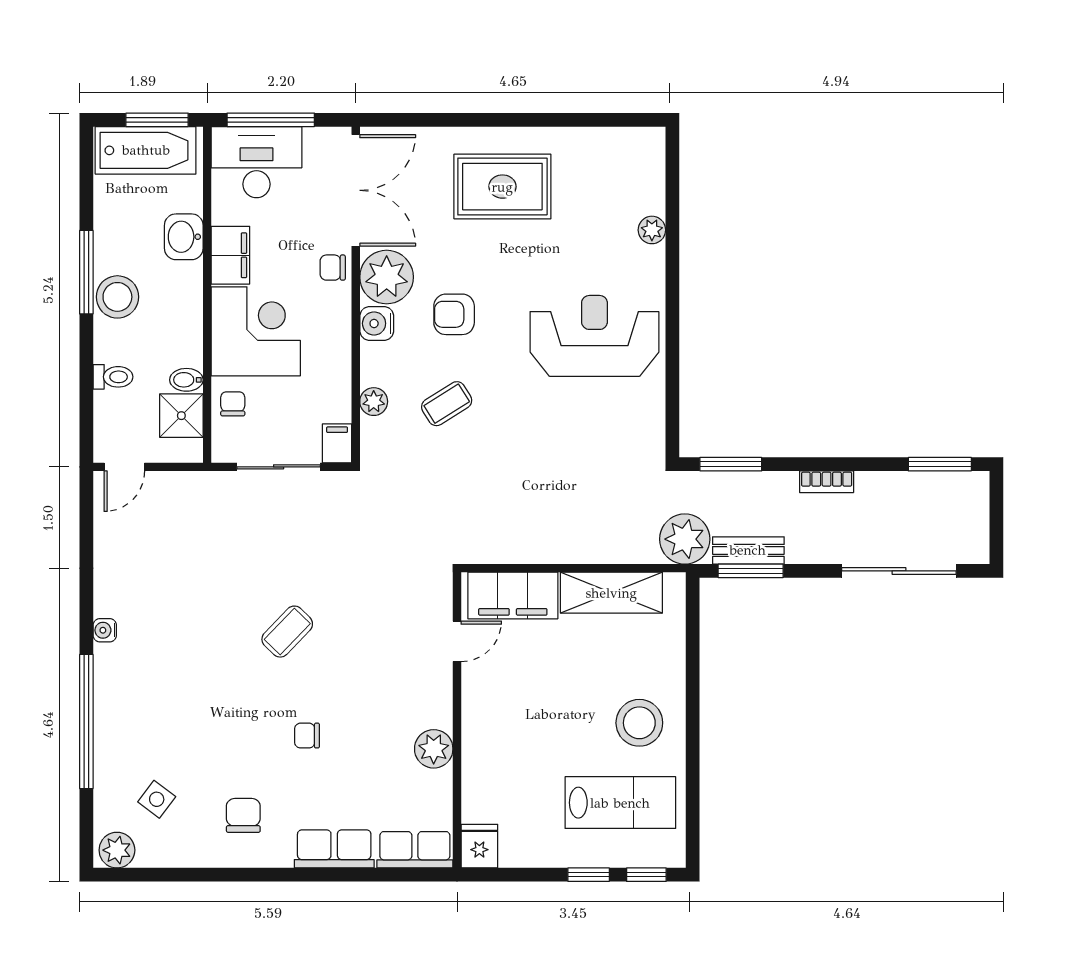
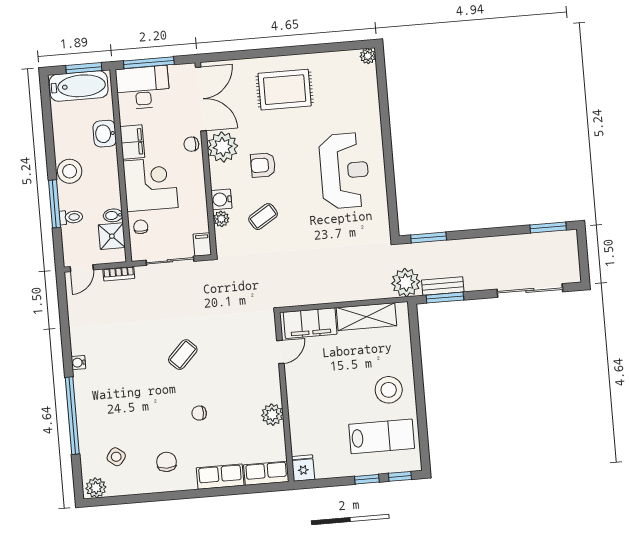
plant: (652, 230) -> (368, 56), moved
window: (86, 272) -> (54, 204), moved
water cooler: (377, 323) -> (221, 199), moved
reception desk: (594, 336) -> (344, 171), turned 90
bookcase: (827, 482) -> (119, 274), moved

